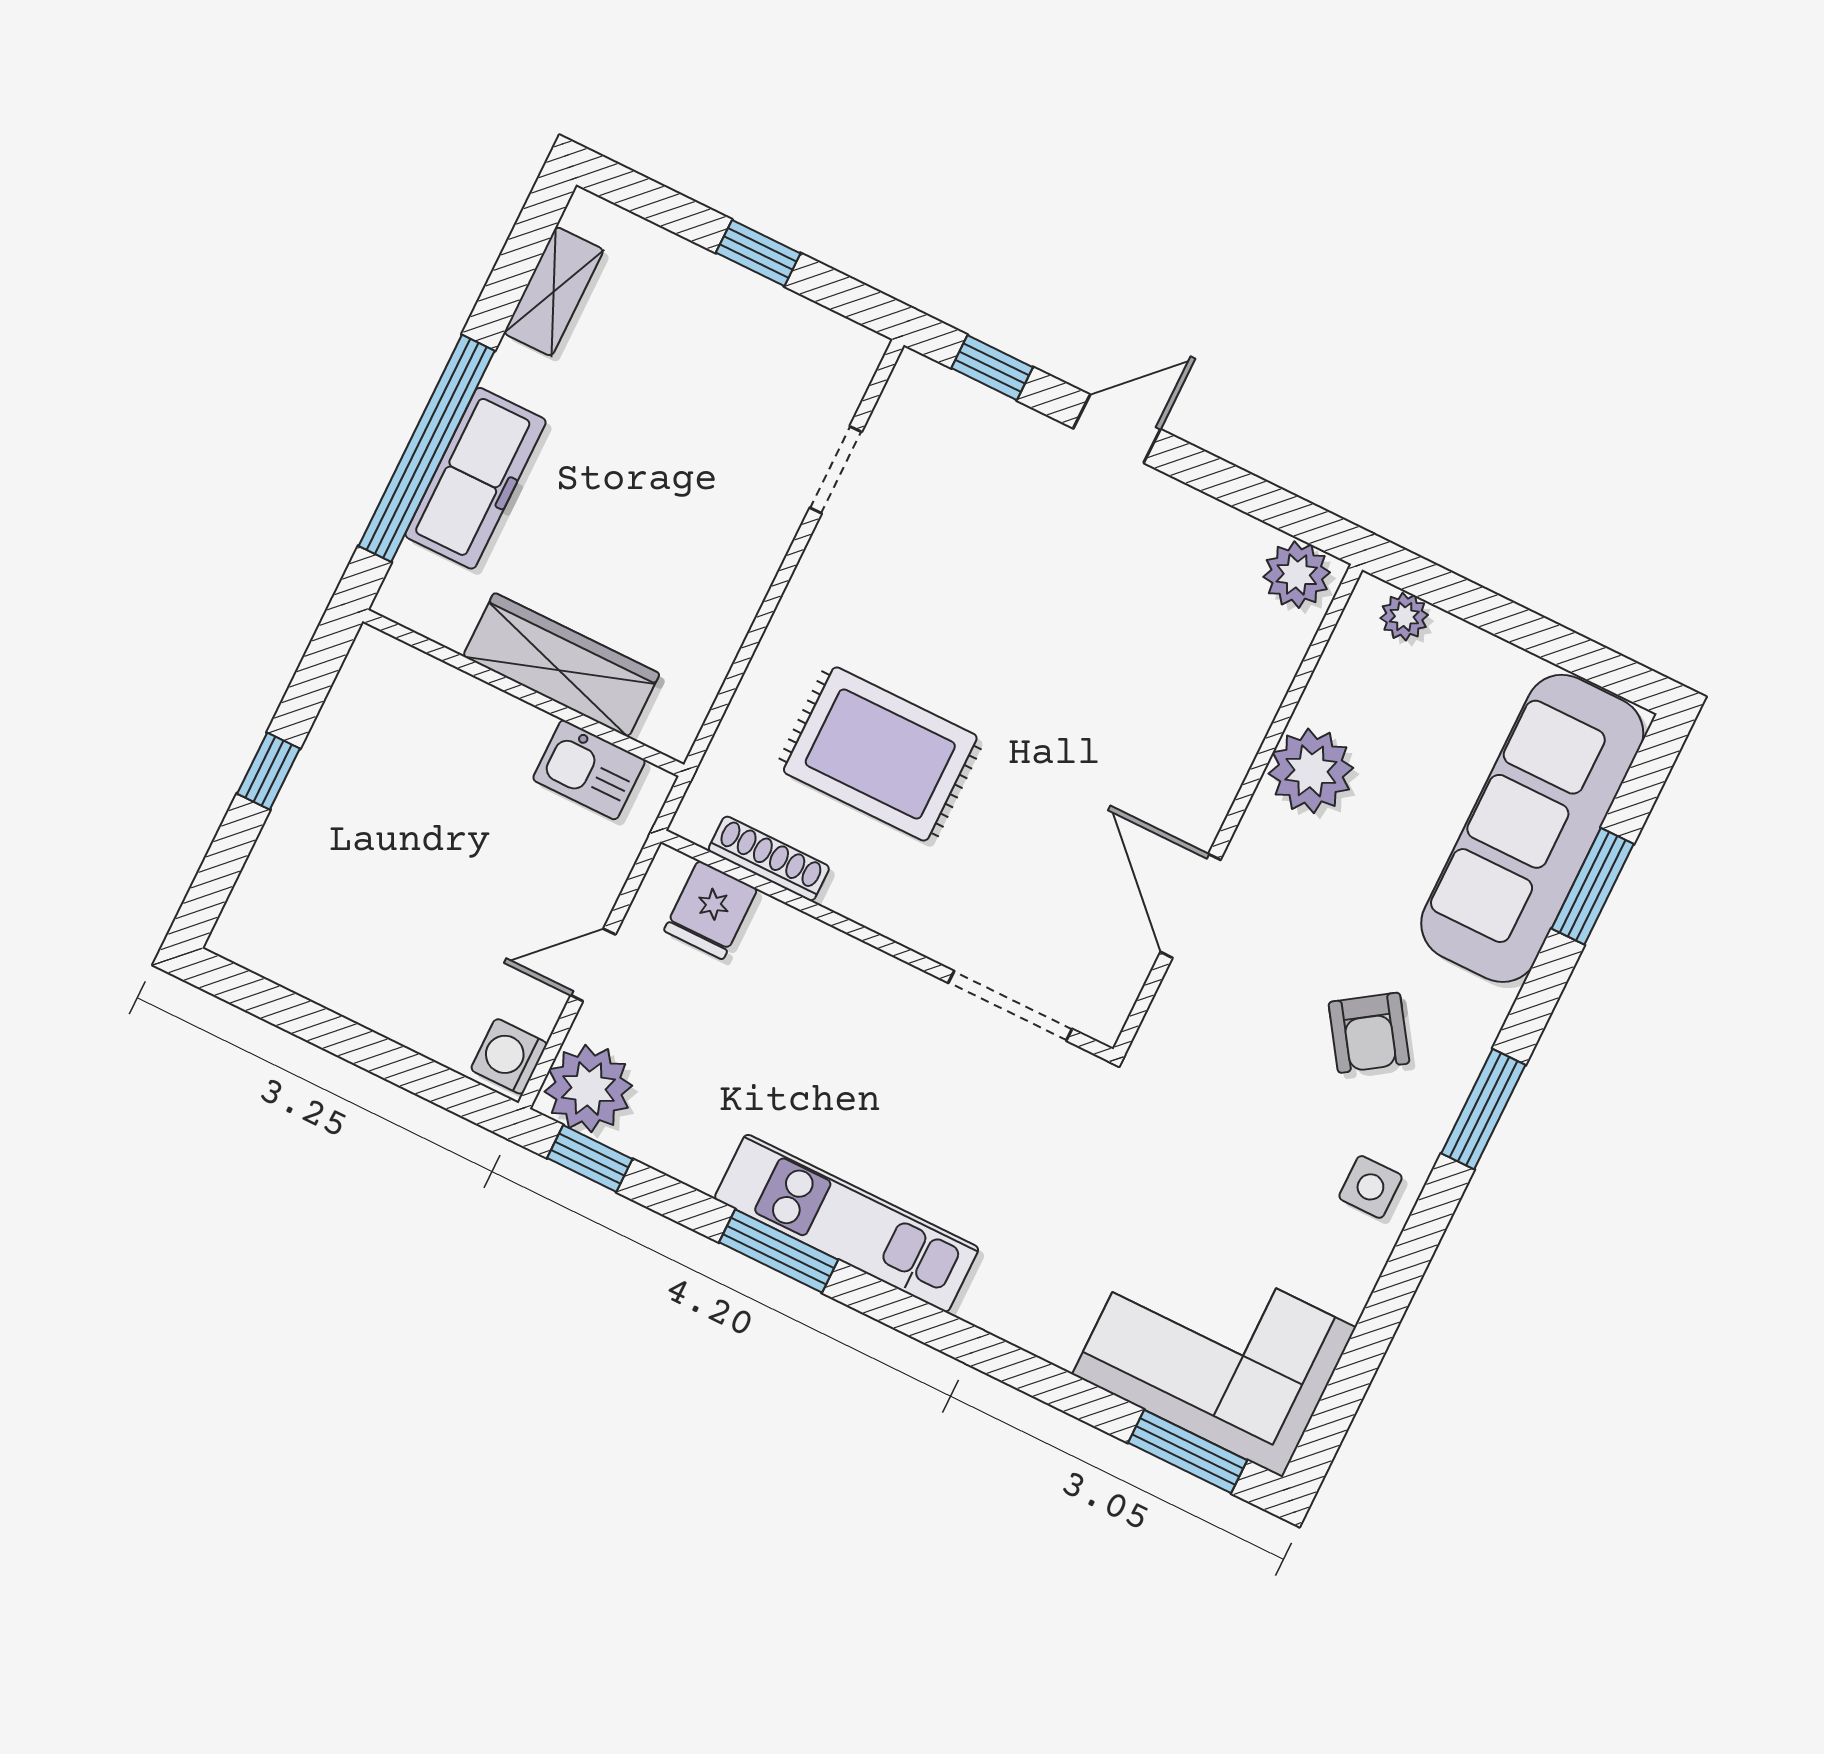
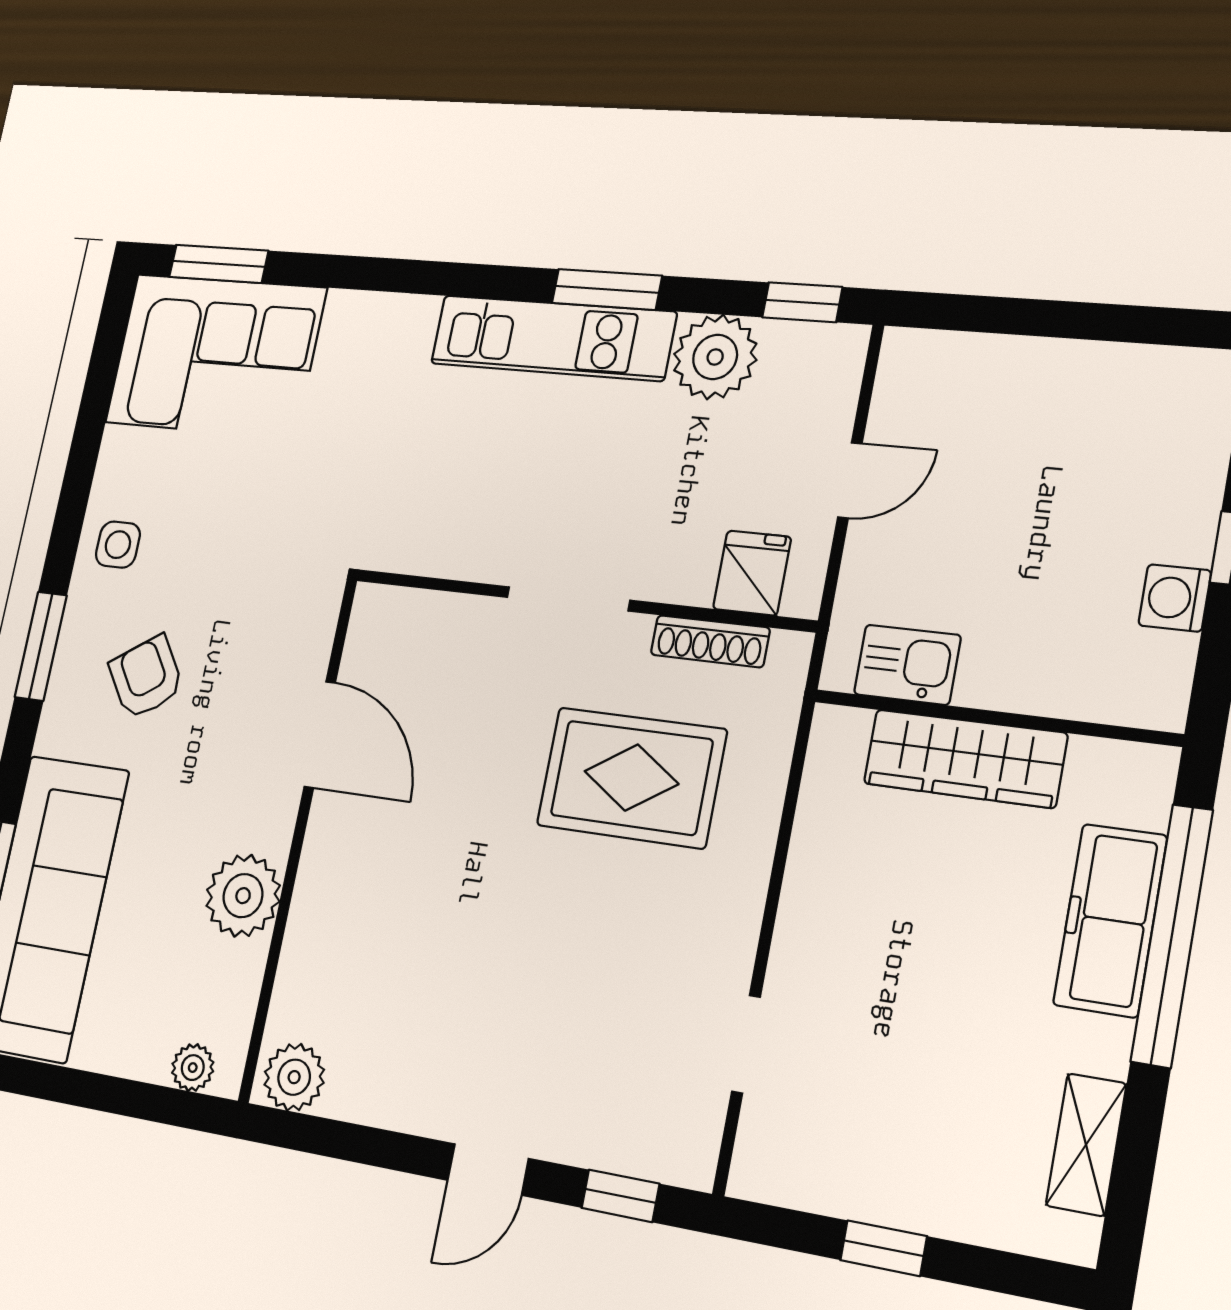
doorway: (1010, 1006) -> (568, 599), moved
washing machine: (509, 1056) -> (1175, 598), moved, turned 180
plant: (588, 1089) -> (715, 357), moved

